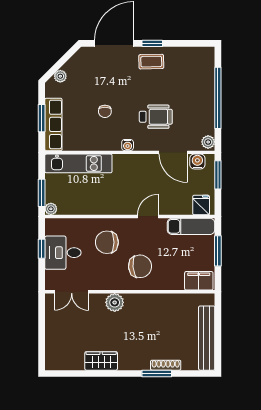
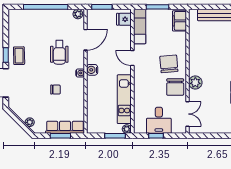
wheelchair: (156, 117) -> (59, 52), turned 180
water cooler: (197, 162) -> (92, 70), moved
kitchen unit: (78, 163) -> (124, 99), moved, turned 180
chair: (107, 242) -> (175, 87), moved

